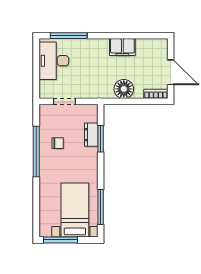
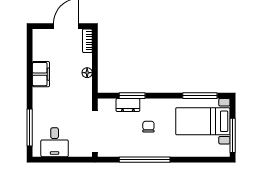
desk: (54, 61) -> (55, 142), width x0.73
floor lamp: (124, 89) -> (87, 73), width x0.53, depth x0.53
doorway: (64, 101) -> (95, 132), width x1.88
chair: (58, 143) -> (148, 127), moved

